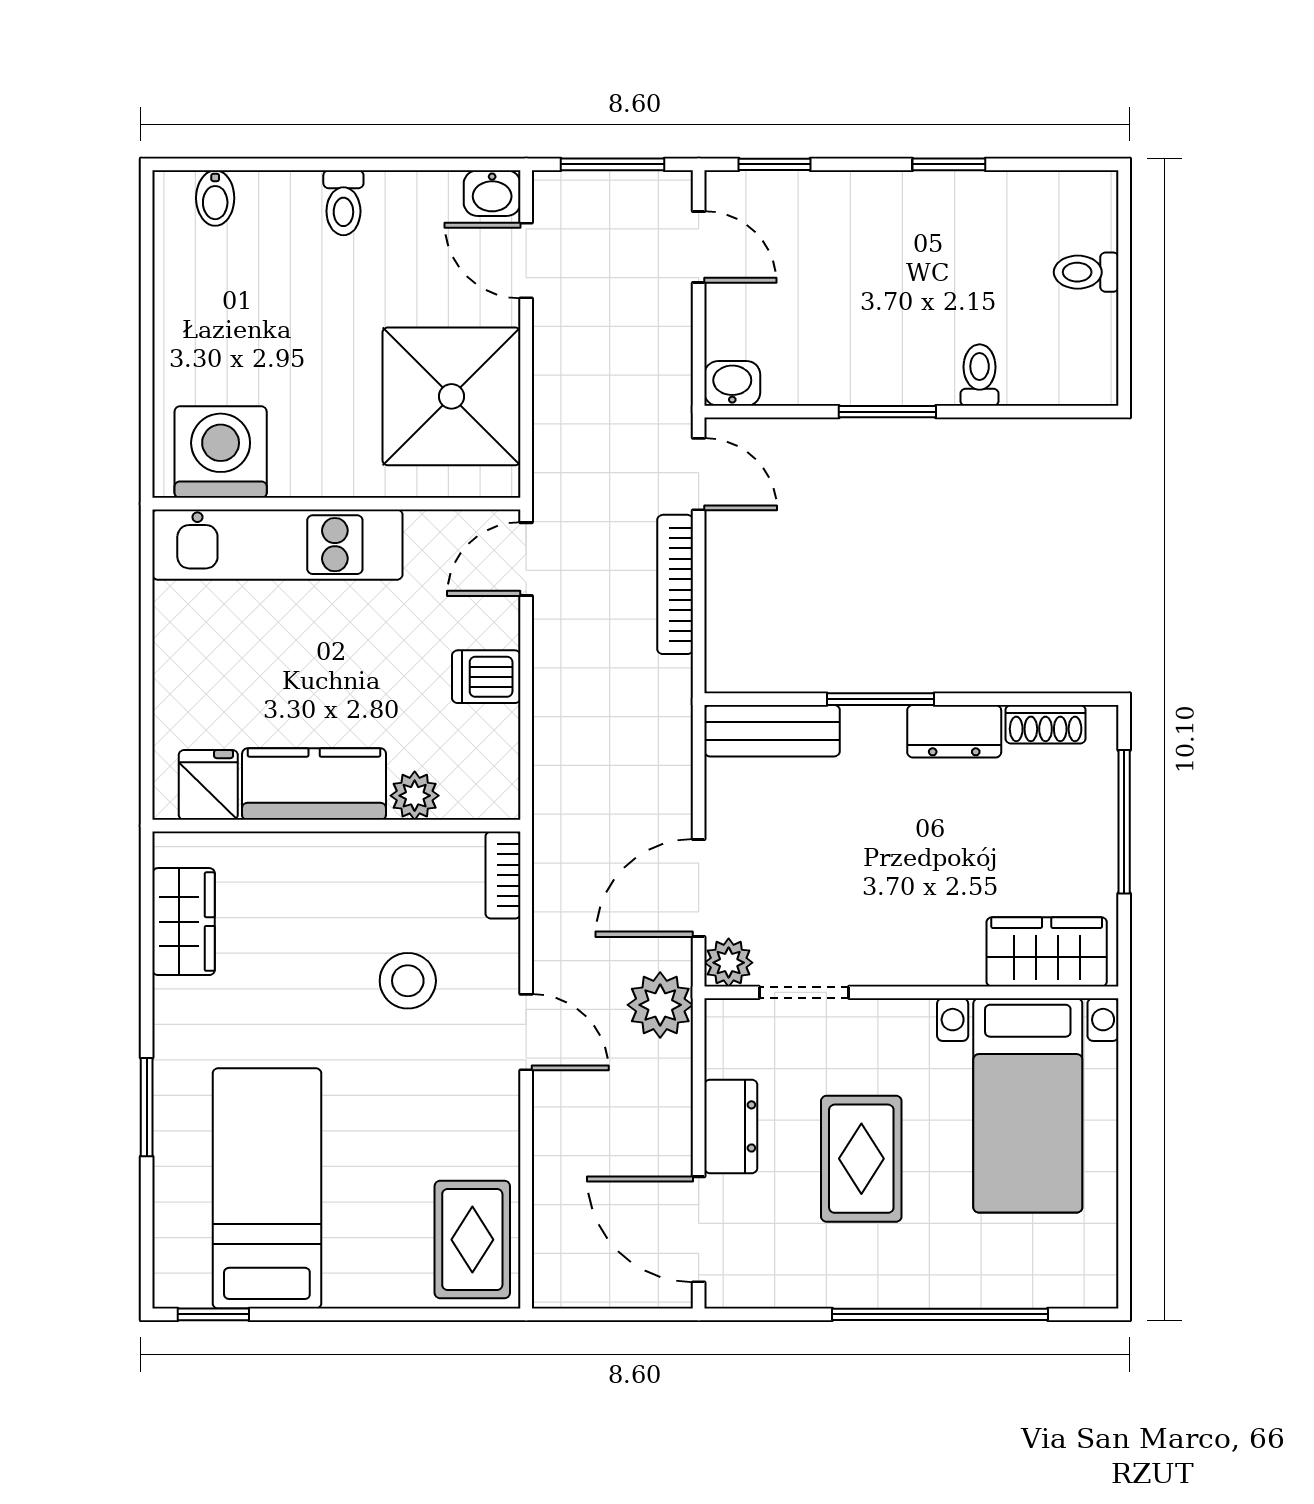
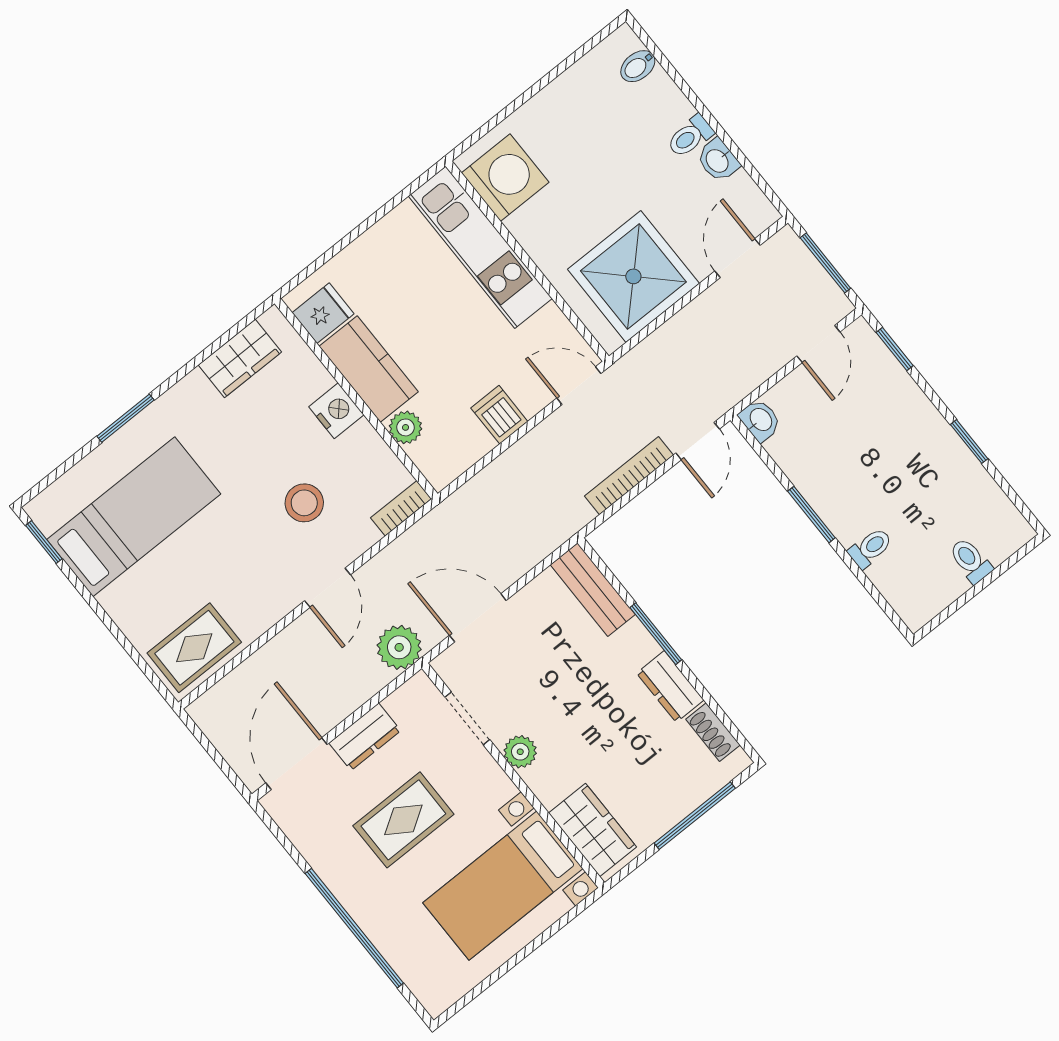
washbasin: (492, 193) -> (718, 160), moved
nightstand: (332, 859) -> (336, 411), added
plant: (729, 963) -> (520, 752), moved

